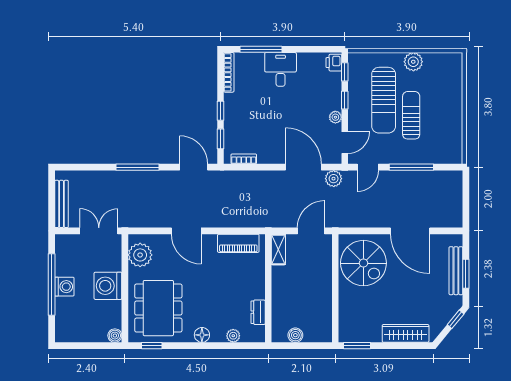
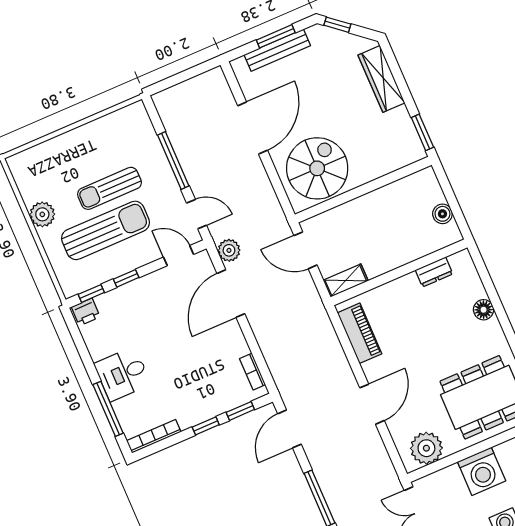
plant: (335, 117) -> (152, 281), removed
floor lamp: (202, 335) -> (484, 310), moved
plant: (233, 336) -> (476, 290), removed

